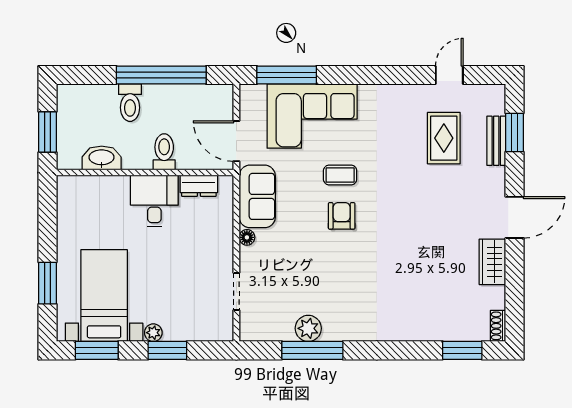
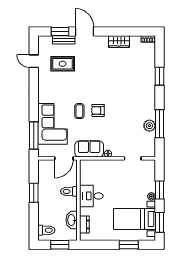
window: (161, 75) -> (34, 193), width x0.47
toilet: (130, 103) -> (46, 230), moved
dresser: (199, 186) -> (84, 224), moved
door: (514, 217) -> (84, 31), moved
window: (462, 350) -> (159, 76), moved

